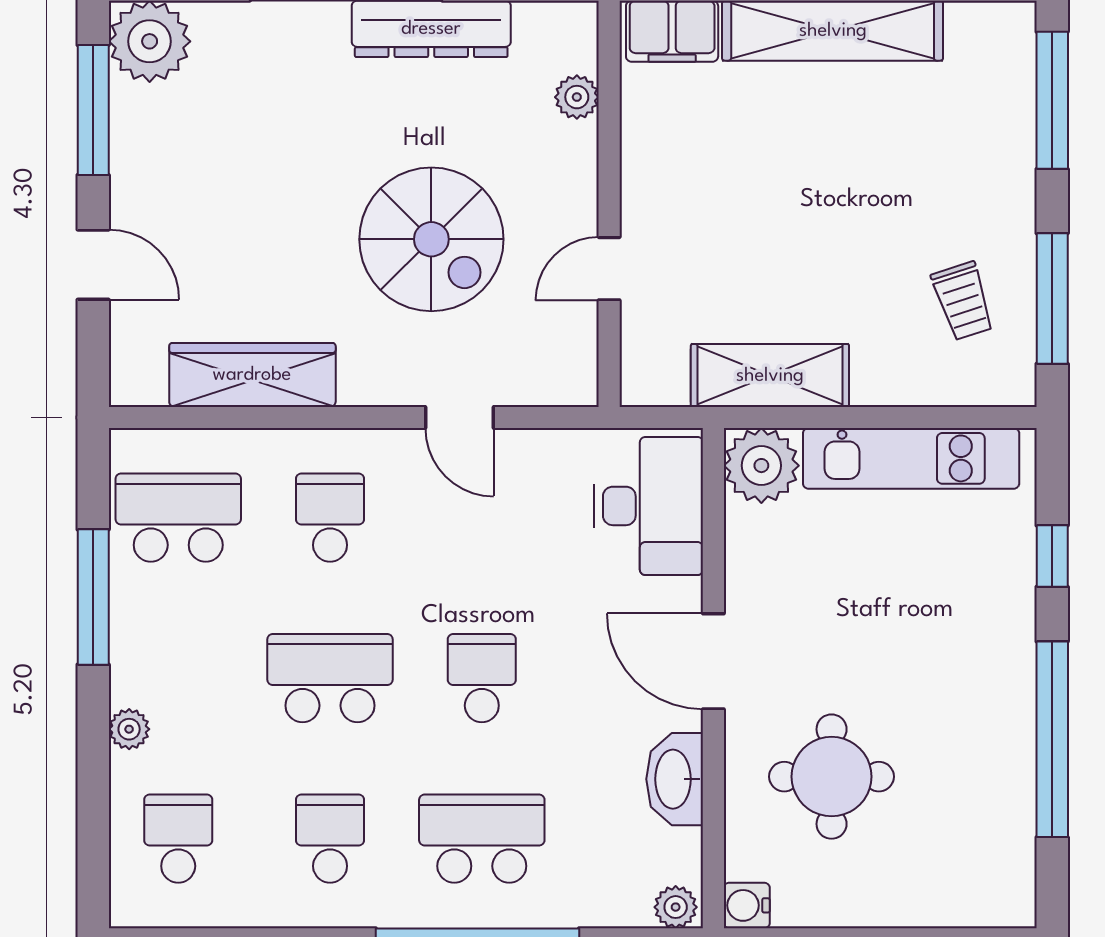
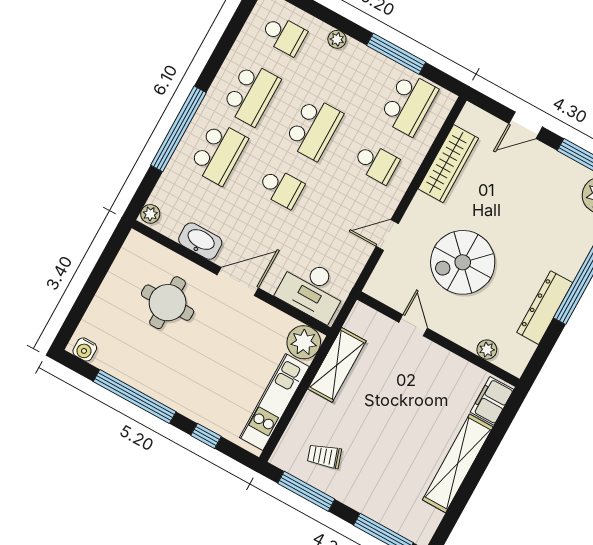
school desk: (330, 839) -> (251, 94), width x1.85
water cooler: (747, 905) -> (85, 349), moved, turned 180

